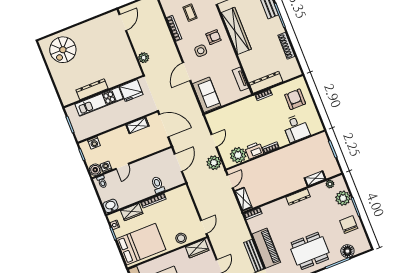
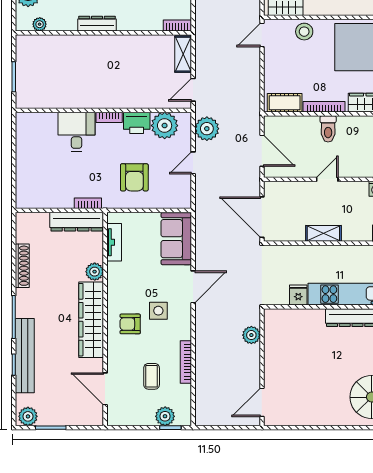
plant: (245, 58) -> (95, 272), added
fridge: (131, 91) -> (298, 295), width x0.53, depth x0.75
armchair: (295, 99) -> (134, 177), moved
shelving: (137, 126) -> (323, 233), moved
desk: (296, 128) -> (76, 132), moved
door: (178, 163) -> (262, 151), swing flipped
door: (122, 166) -> (327, 179), moved
shelving: (315, 178) -> (59, 42), removed
toilet: (158, 185) -> (328, 129), moved
cot: (176, 194) -> (285, 103), added

